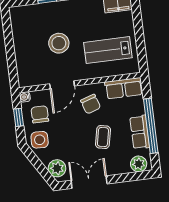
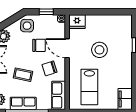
lab bench: (108, 50) -> (89, 87), turned 180
fridge: (26, 77) -> (77, 22), added
chair: (40, 114) -> (39, 45), moved

